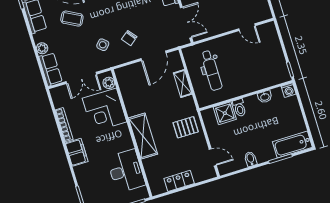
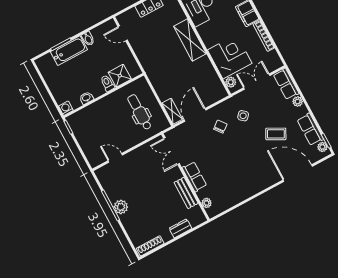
shelving: (183, 83) -> (172, 111), moved
pallet: (186, 127) -> (153, 56), removed
bathtub: (292, 145) -> (69, 51), moved

